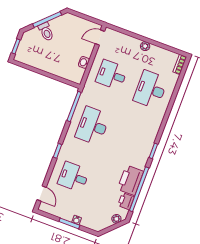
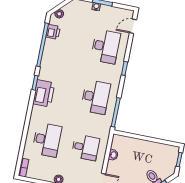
desk: (74, 177) -> (106, 46), width x1.37
printer: (130, 180) -> (44, 93), moved
door: (42, 193) -> (133, 26), hinge flipped

